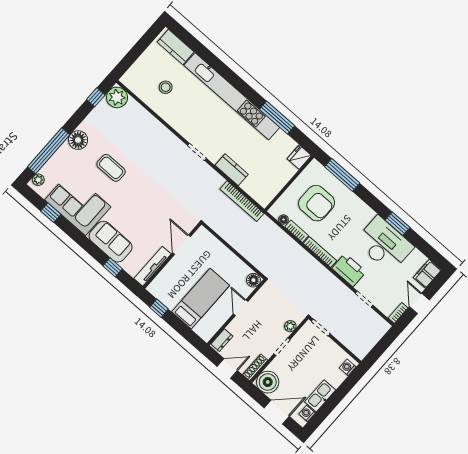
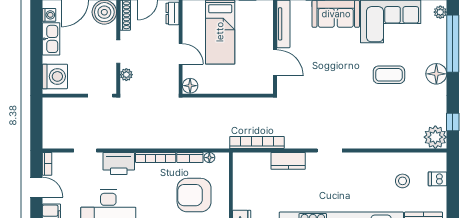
dishwasher: (140, 68) -> (438, 179), added
washing machine: (348, 367) -> (55, 76), width x1.89, depth x1.89

